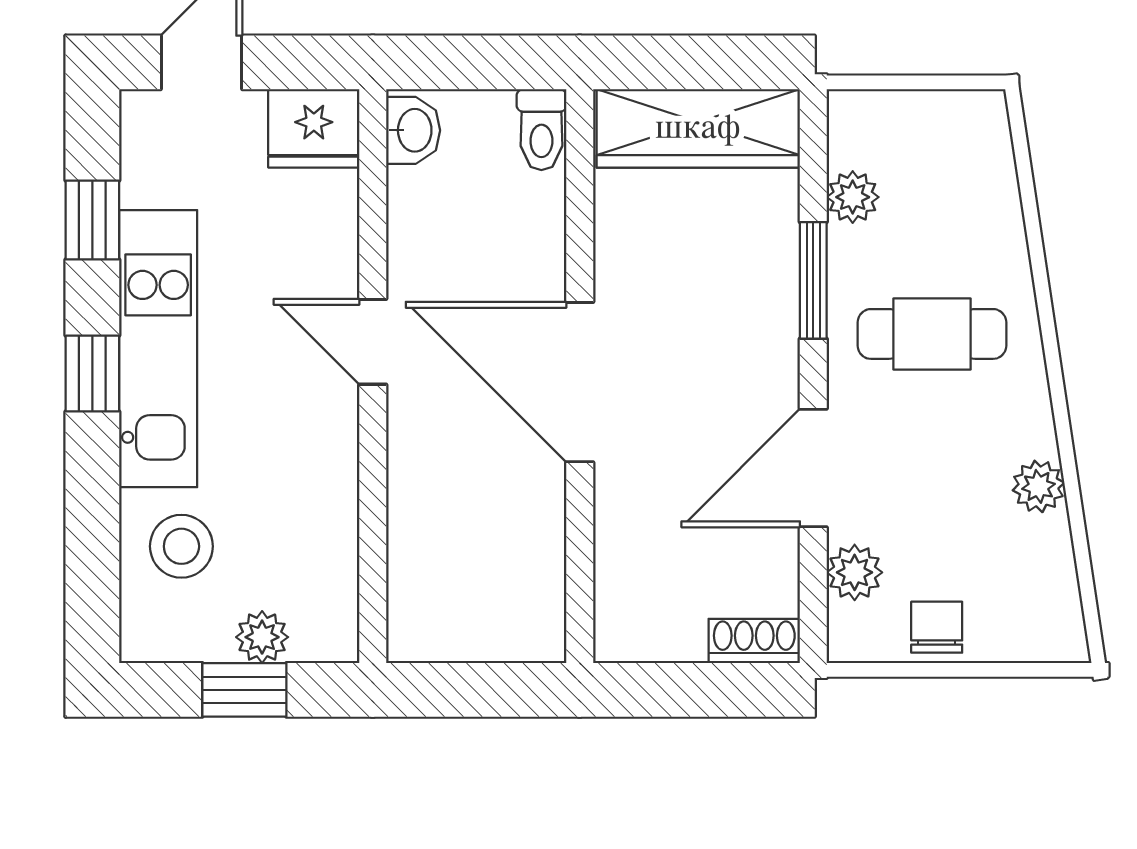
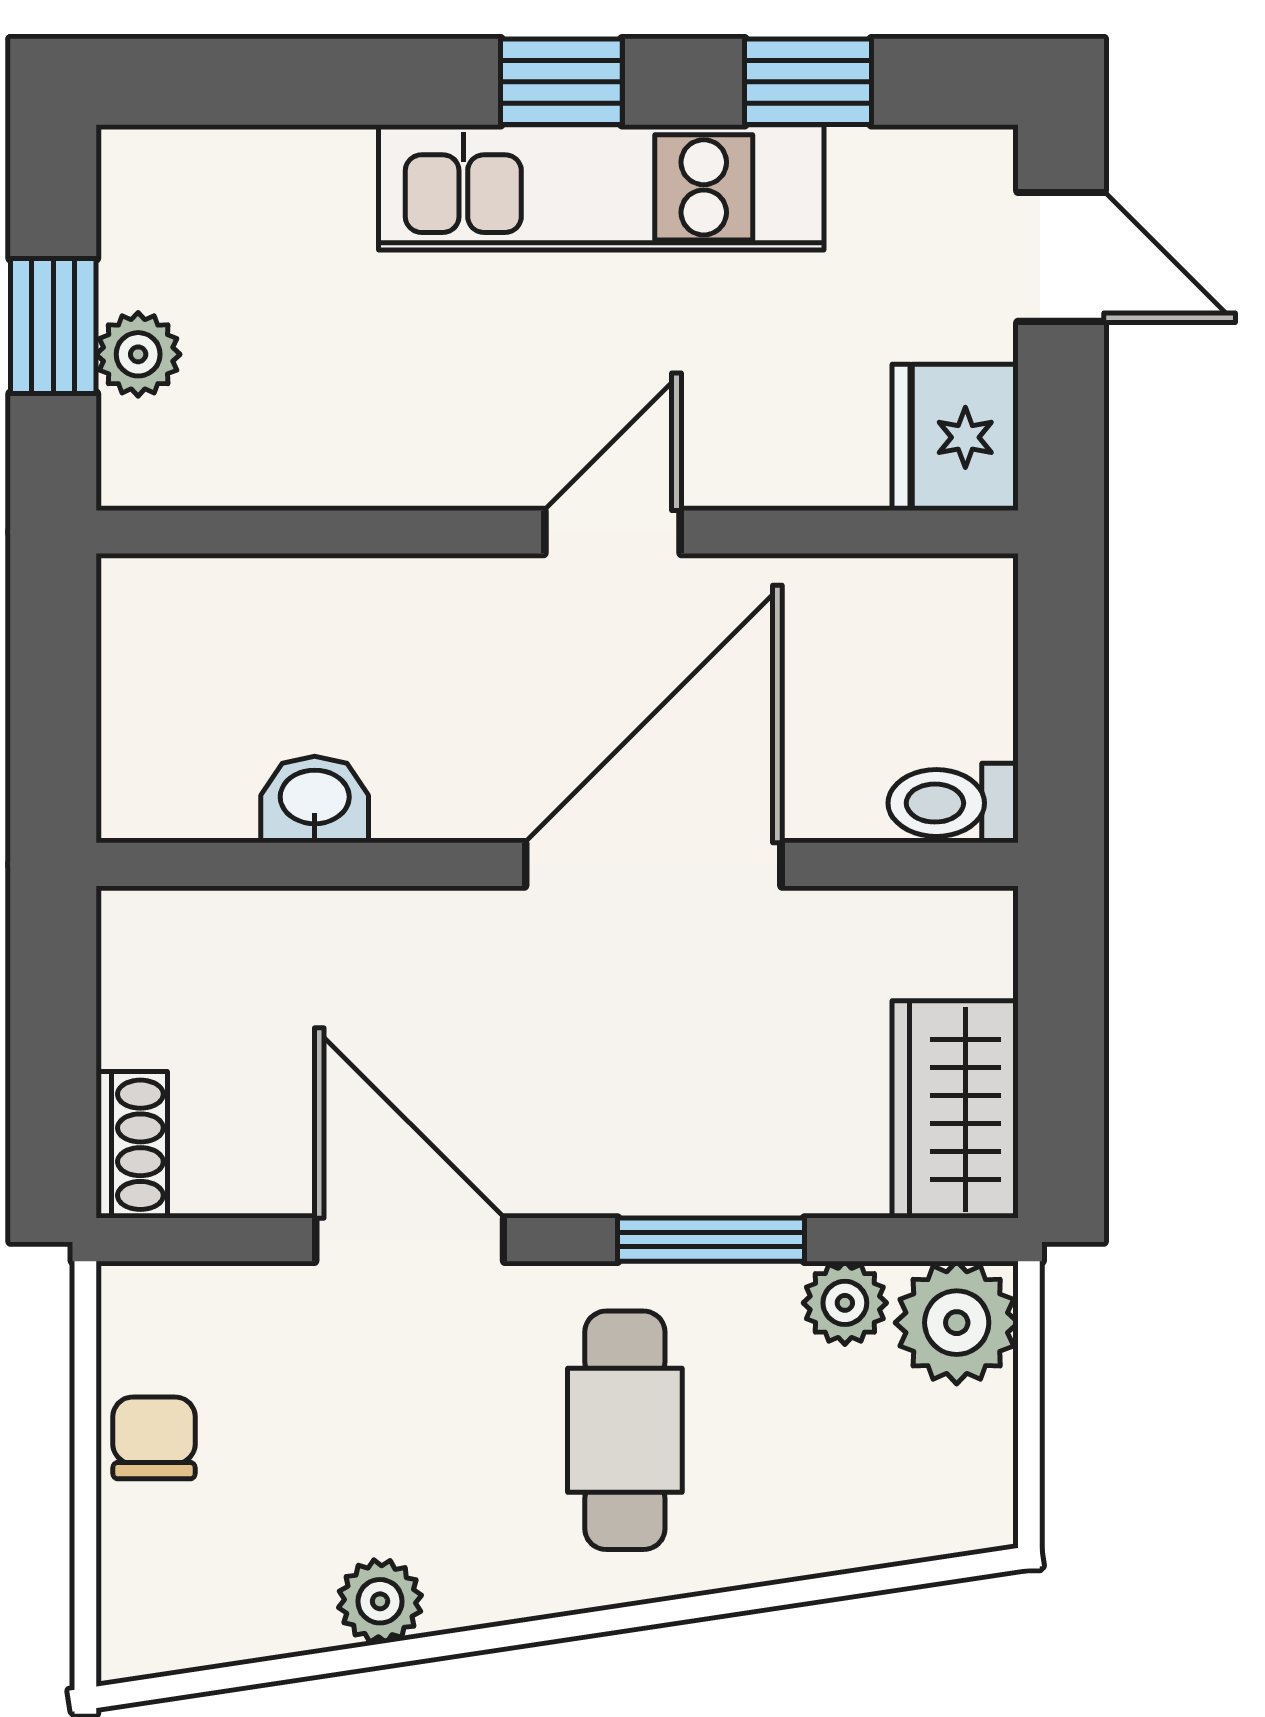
wardrobe: (698, 128) -> (955, 1109), width x0.67
washbasin: (413, 130) -> (315, 800), moved, turned 180
door: (580, 382) -> (653, 864), moved
stool: (181, 546) -> (284, 225), removed
plant: (855, 572) -> (957, 1323), moved, width x1.38, depth x1.38
chair: (937, 627) -> (154, 1438), turned -90

